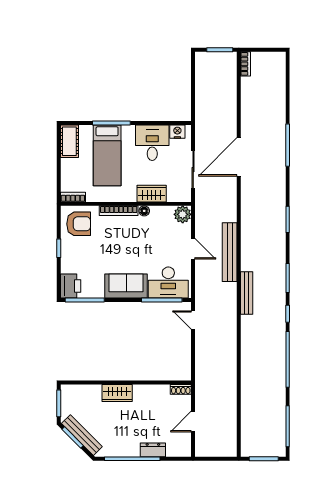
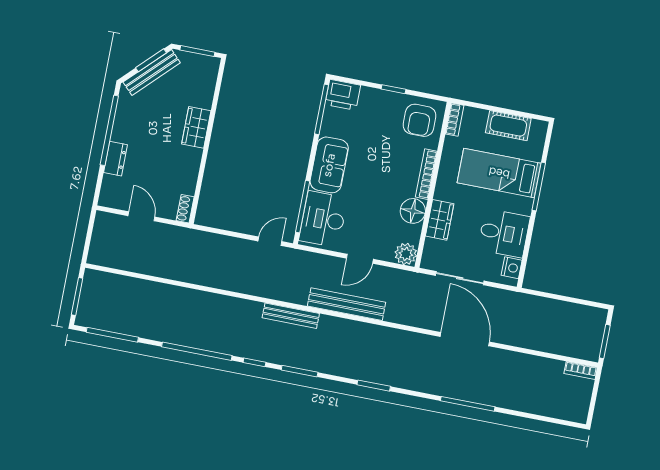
cot: (69, 141) -> (508, 126), moved
floor lamp: (144, 211) -> (413, 211), width x1.89, depth x1.89

